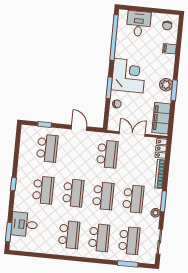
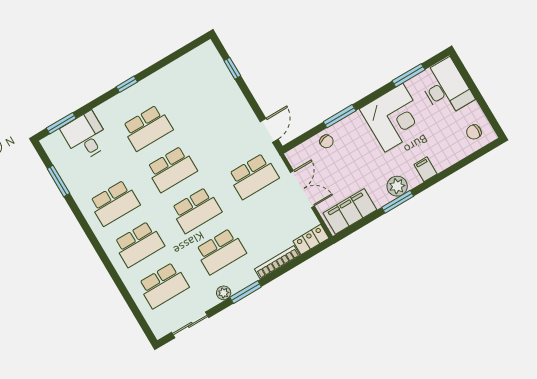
desk: (139, 24) -> (446, 88), width x1.37
window: (114, 38) -> (408, 75), width x0.47
filing cabinet: (170, 49) -> (425, 169), moved
corner desk: (129, 76) -> (394, 118), moved
door: (79, 128) -> (269, 130), moved
school desk: (47, 148) -> (204, 94), removed
window: (128, 264) -> (58, 181), moved

